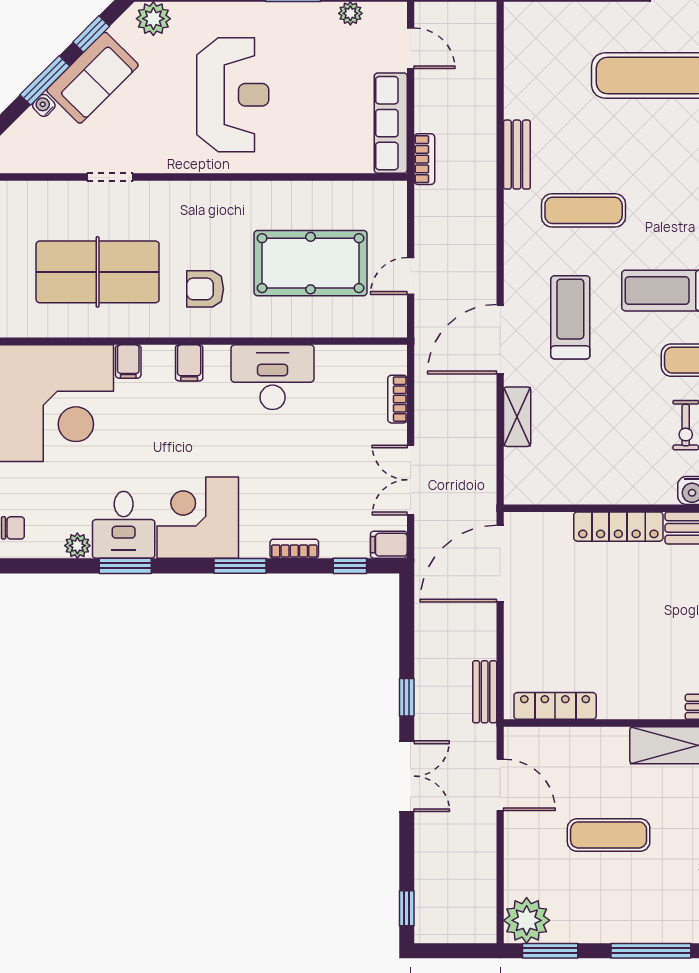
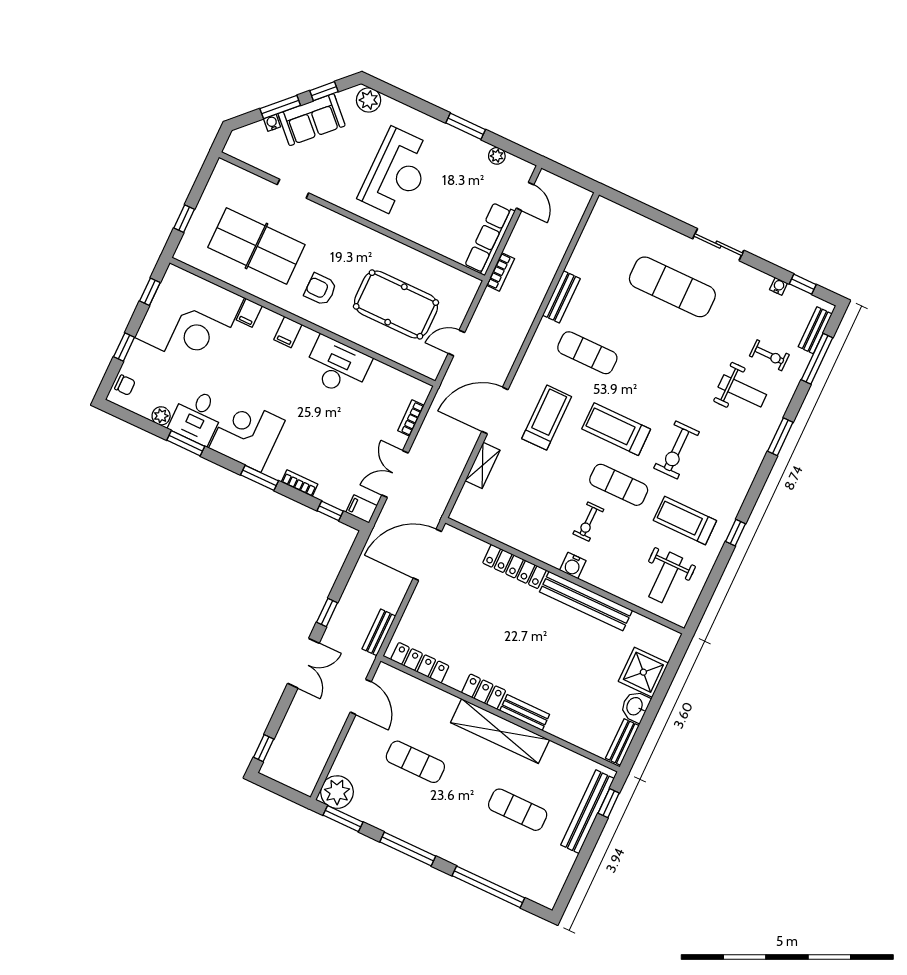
locker: (654, 705) -> (484, 692), added

